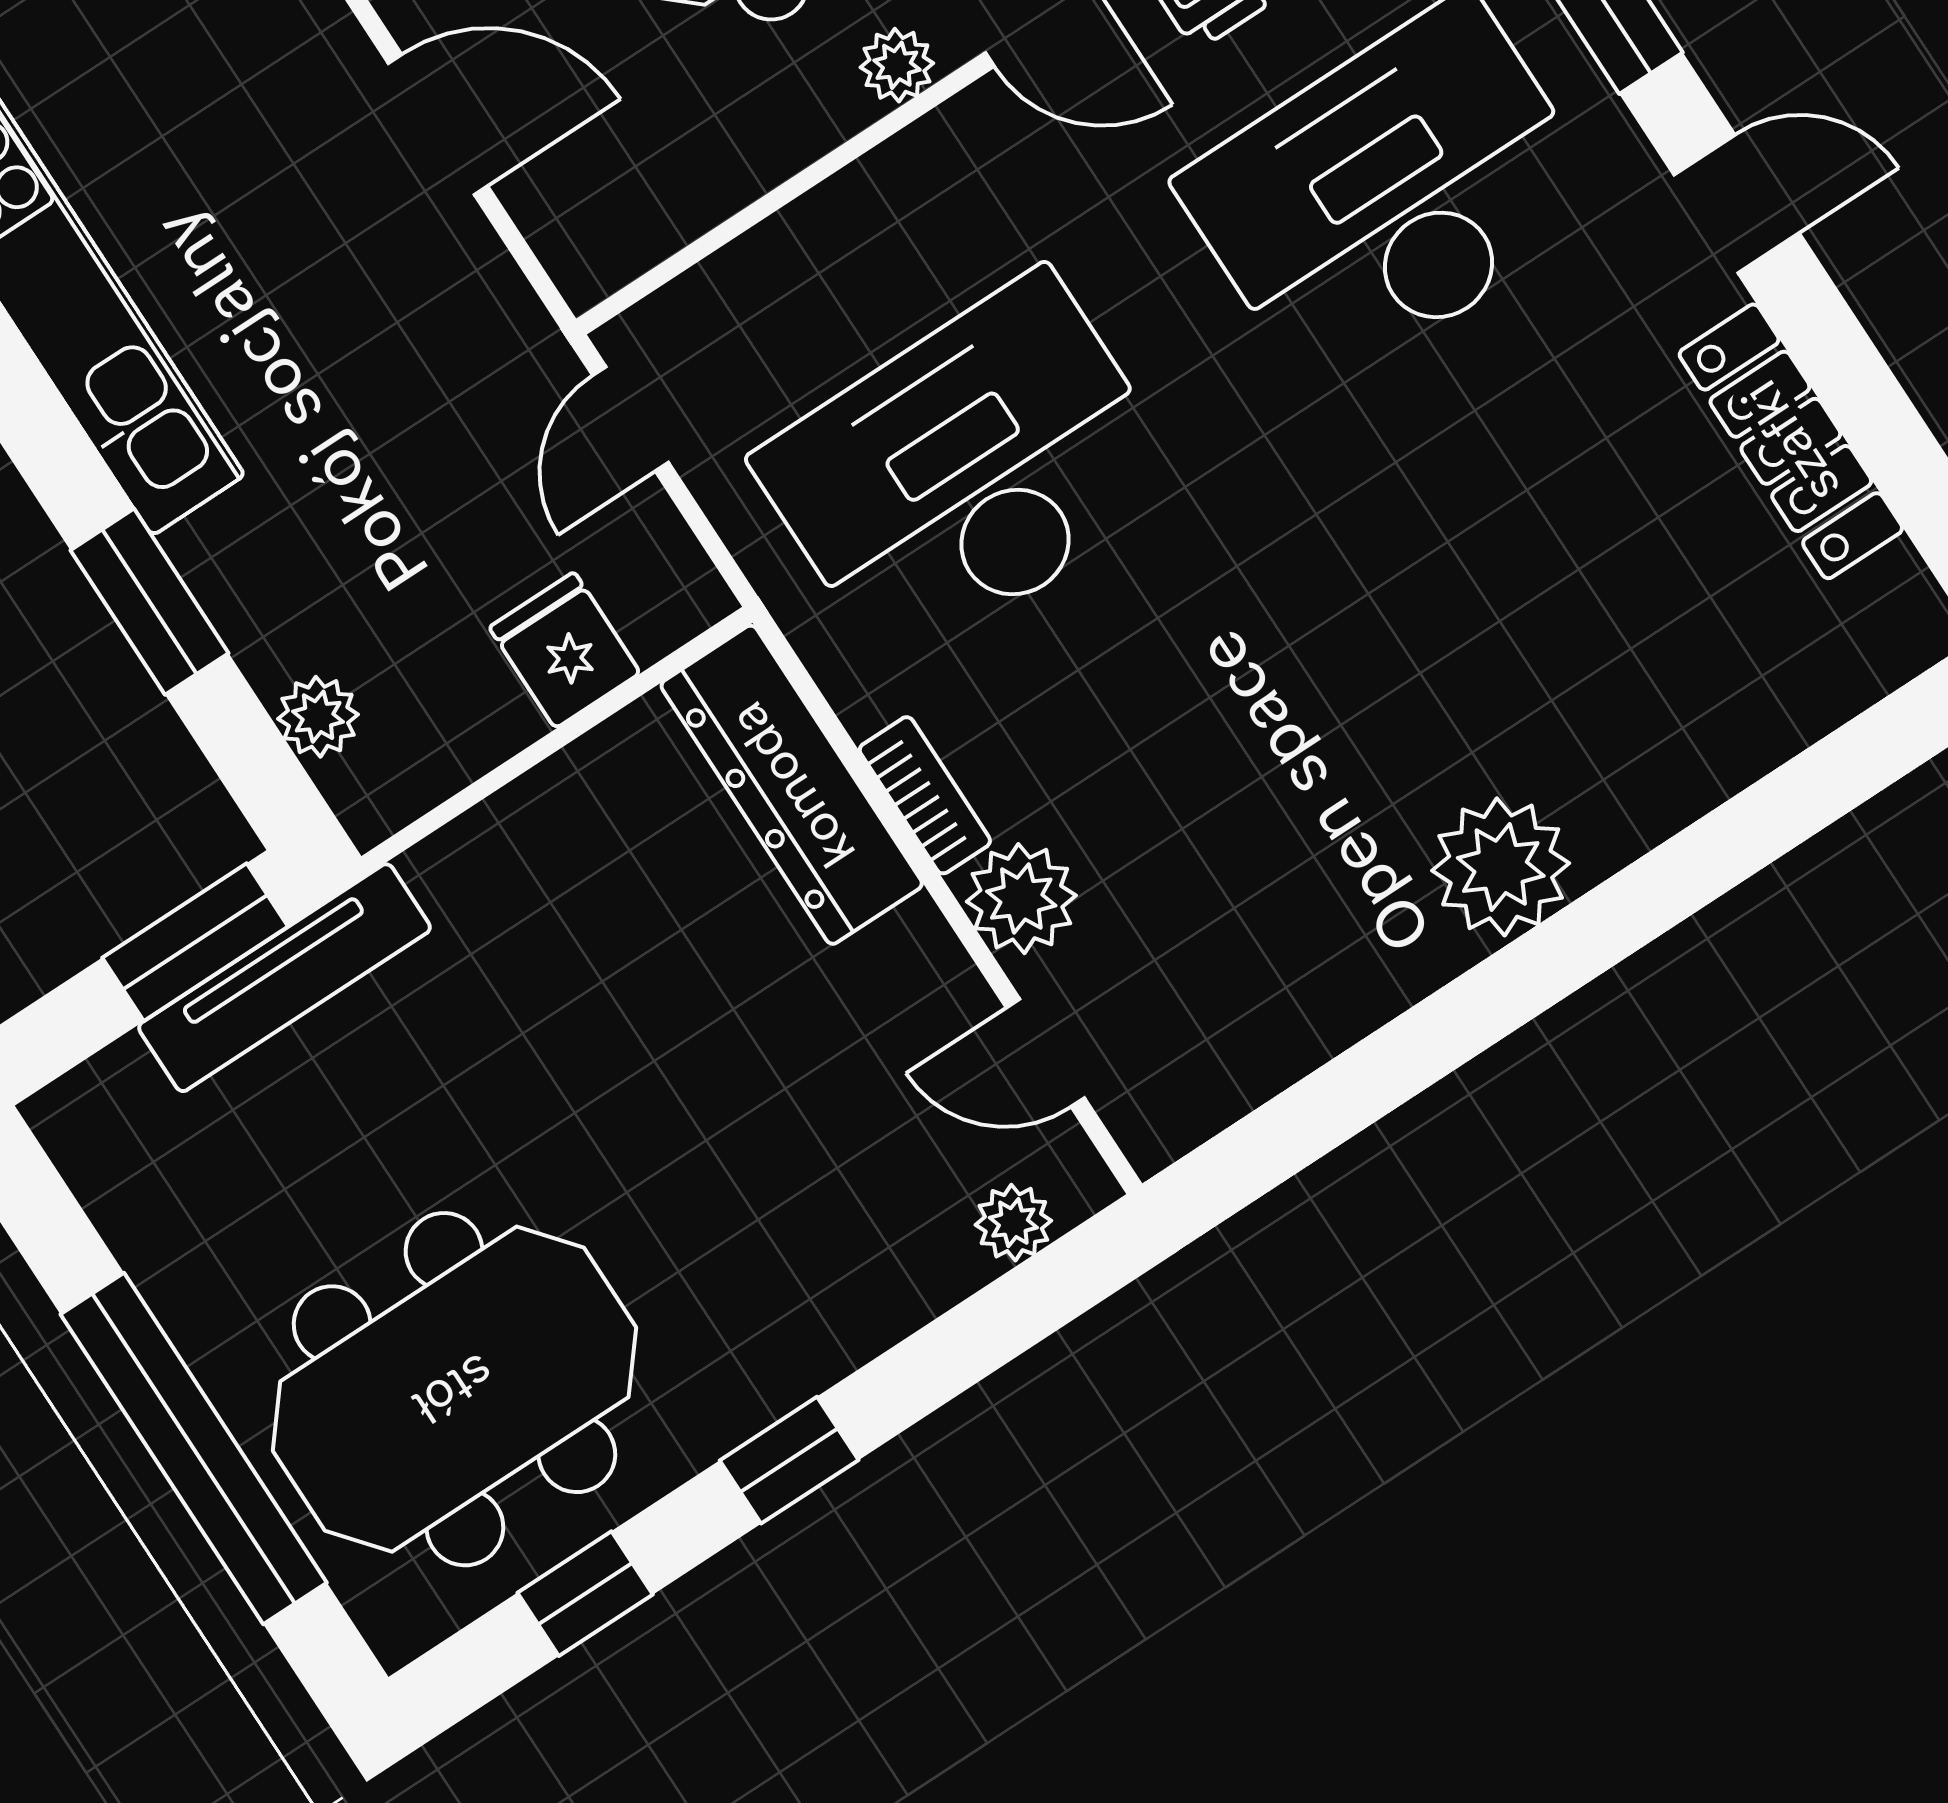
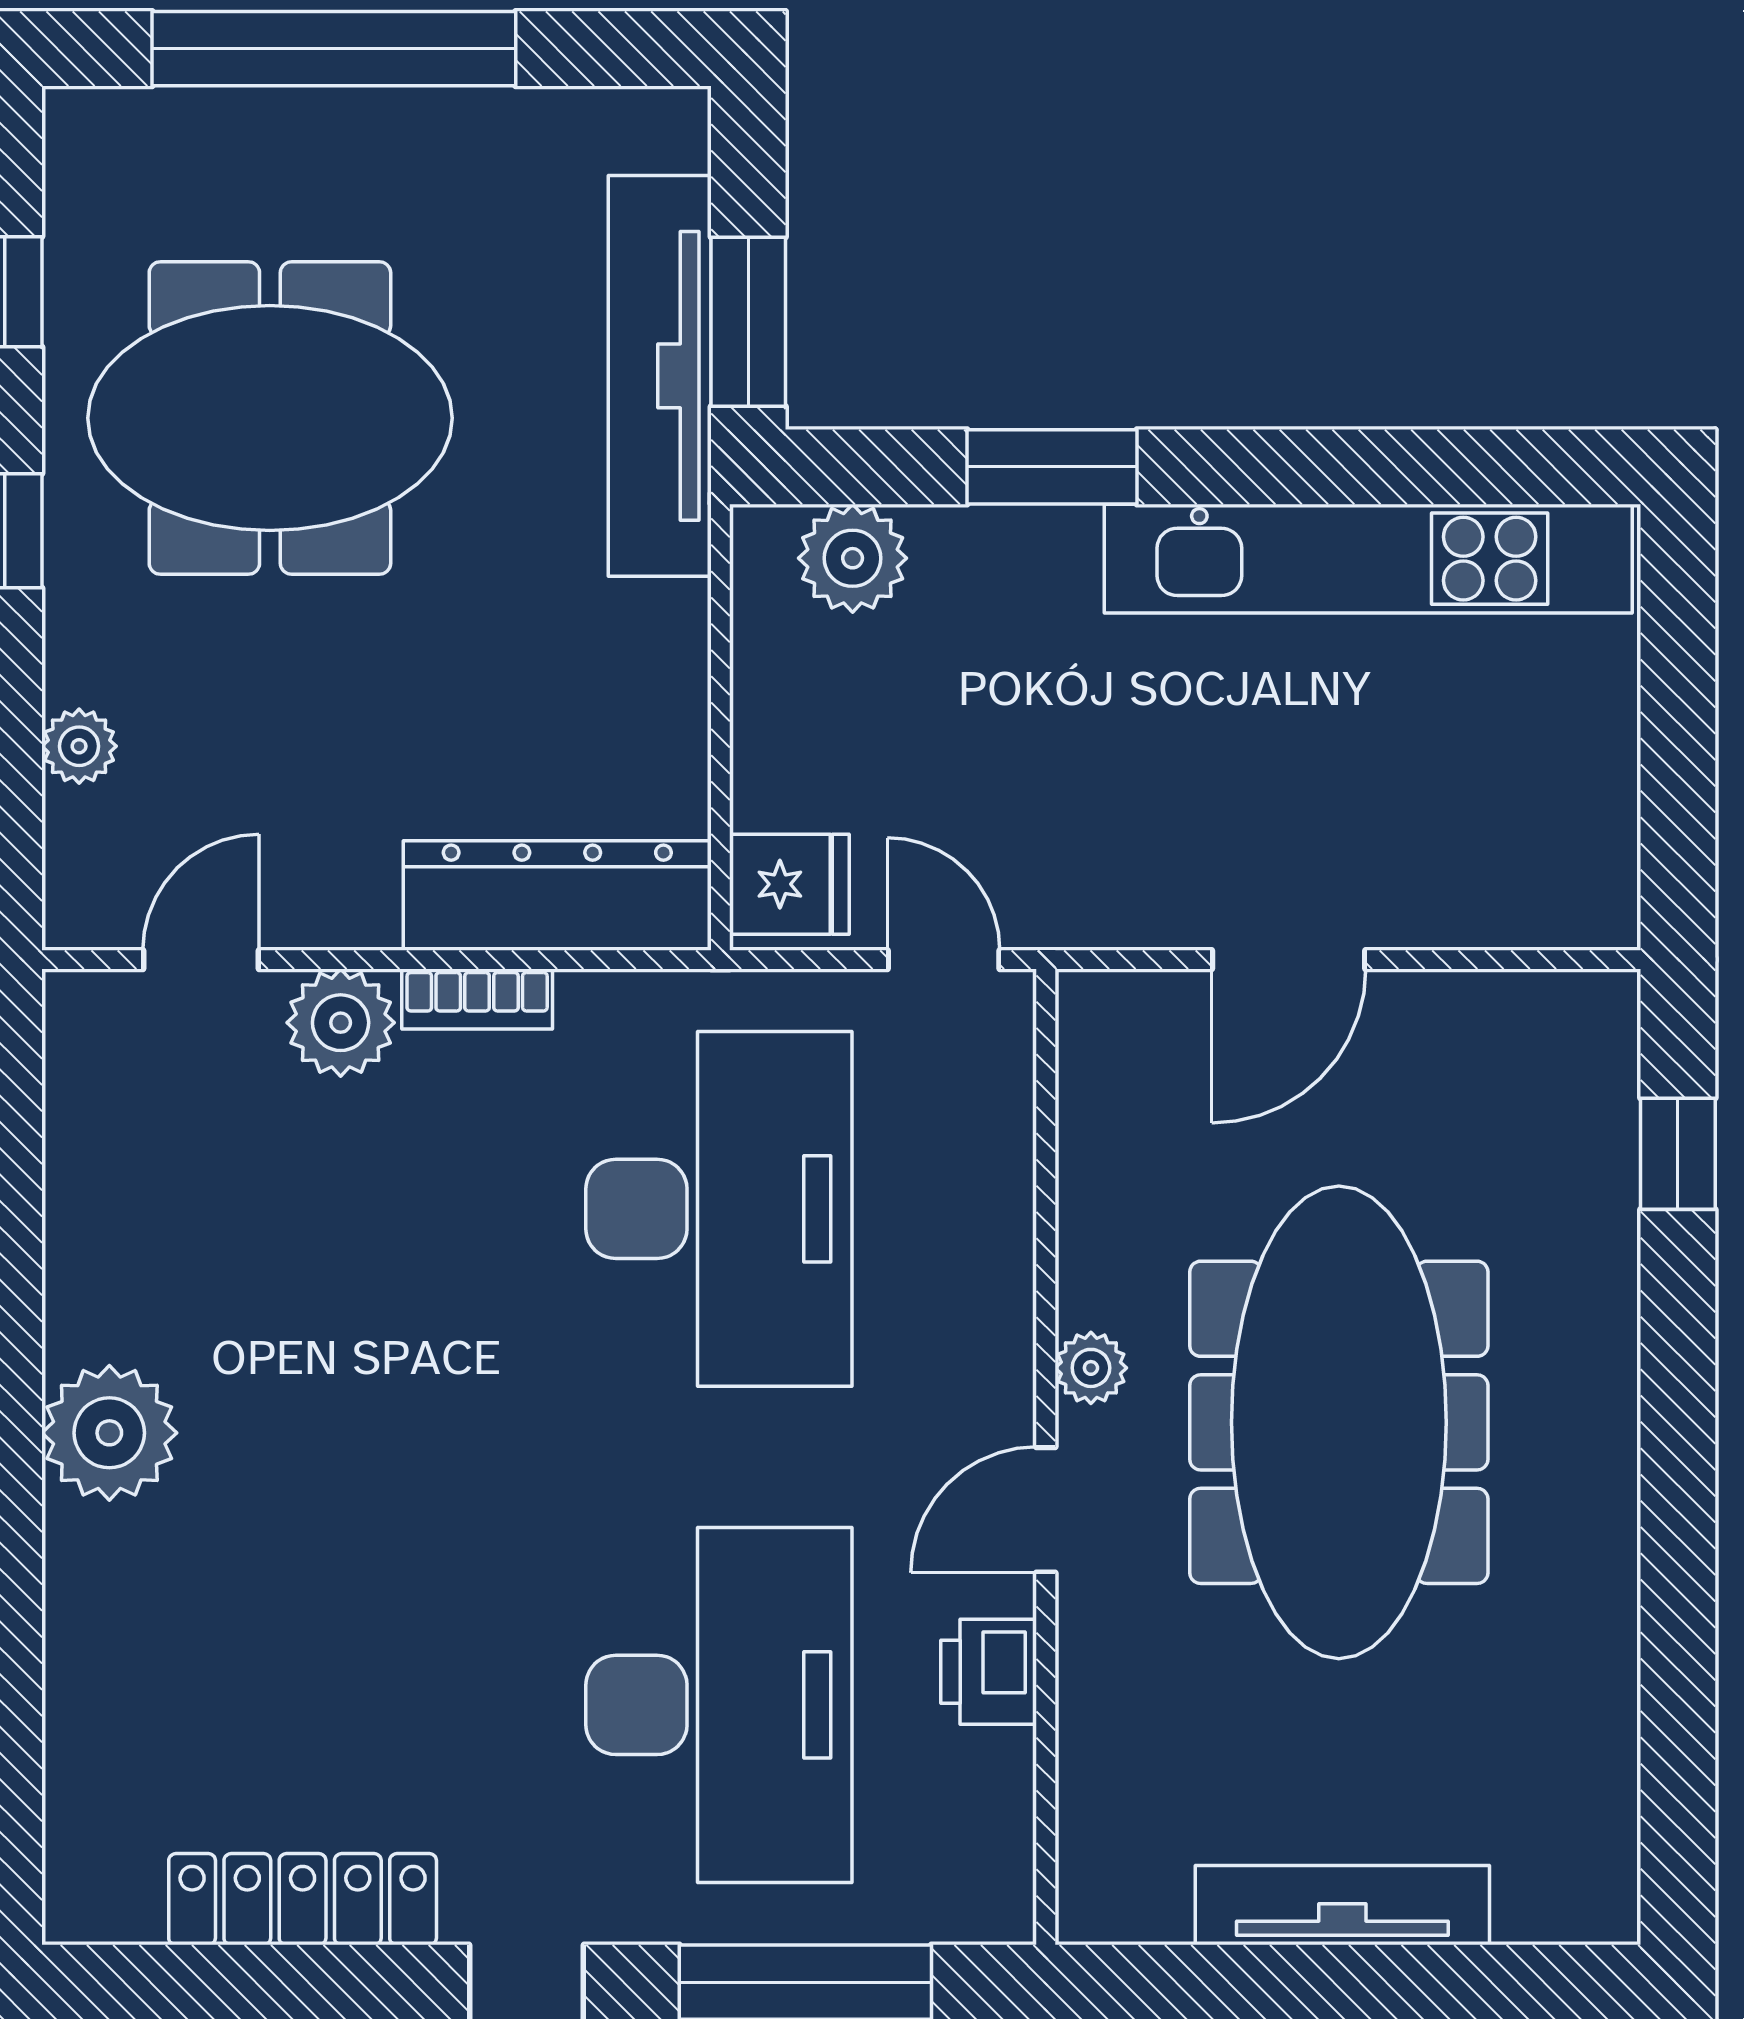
fridge: (565, 650) -> (789, 884), moved
plant: (318, 717) -> (853, 558), width x1.38, depth x1.38
tv unit: (285, 978) -> (660, 376), width x1.36, depth x1.29
plant: (1013, 1223) -> (79, 746), moved
meeting table: (454, 1389) -> (270, 418), moved, turned 90

